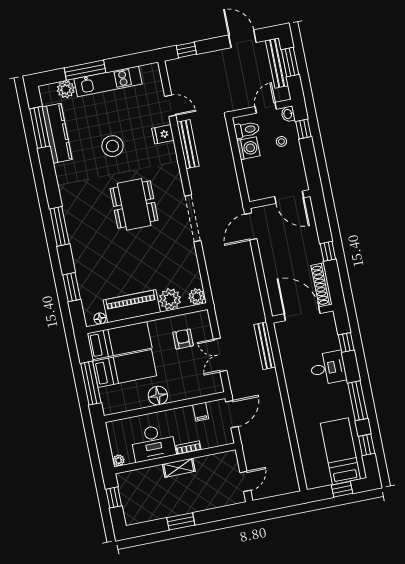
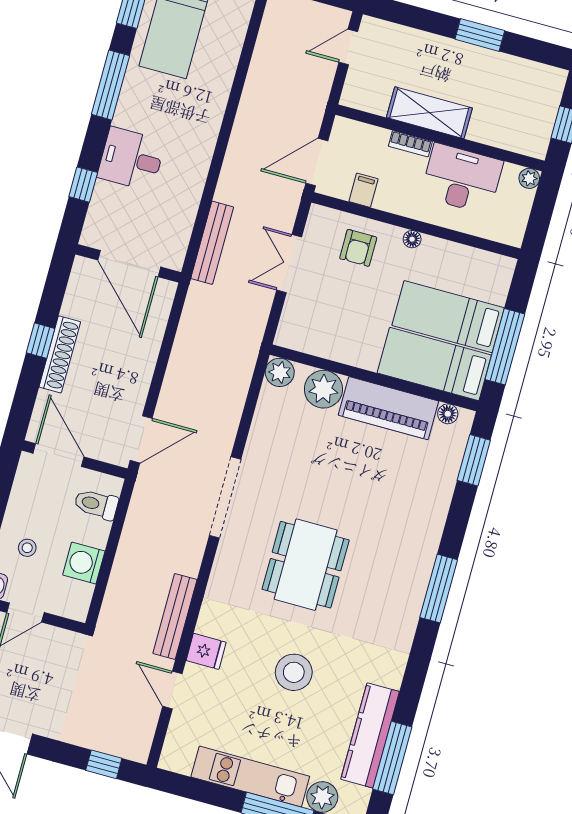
toilet: (247, 130) -> (96, 504), moved
shoe rack: (322, 285) -> (60, 354), moved
window: (72, 287) -> (474, 460), moved
armchair: (183, 339) -> (358, 248), moved
double door: (220, 355) -> (289, 264), swing flipped
window: (91, 383) -> (505, 347), moved
floor lamp: (158, 396) -> (412, 239), width x0.53, depth x0.53
shelving: (179, 468) -> (429, 113), width x1.50, depth x1.33

